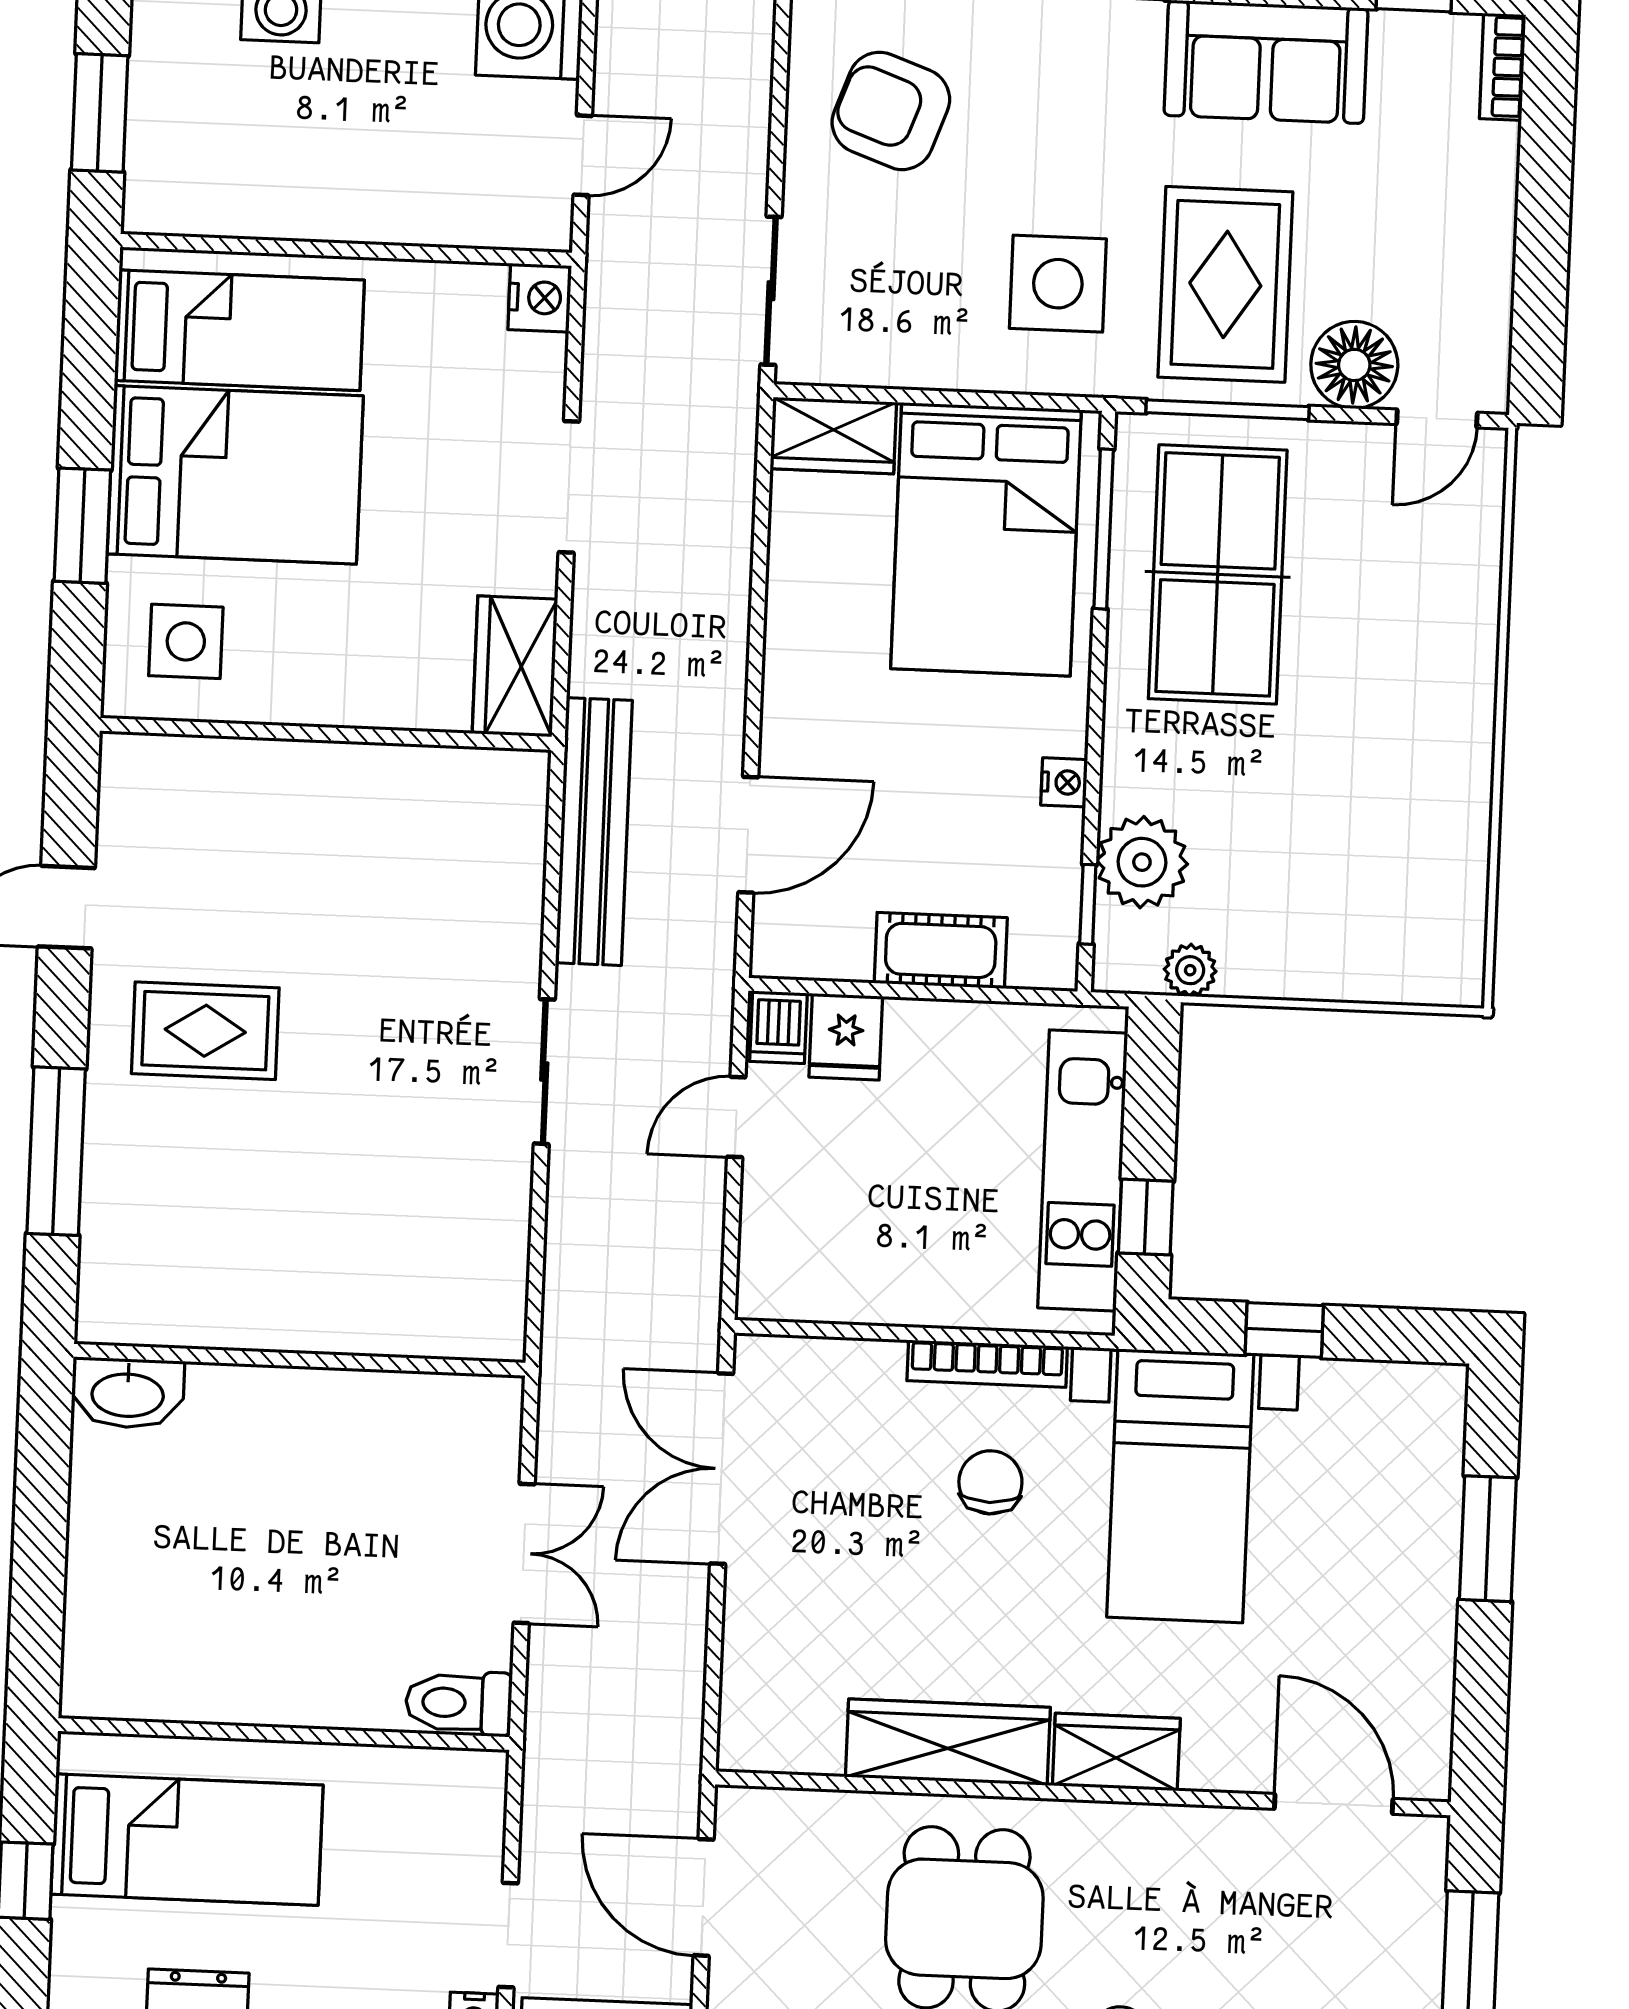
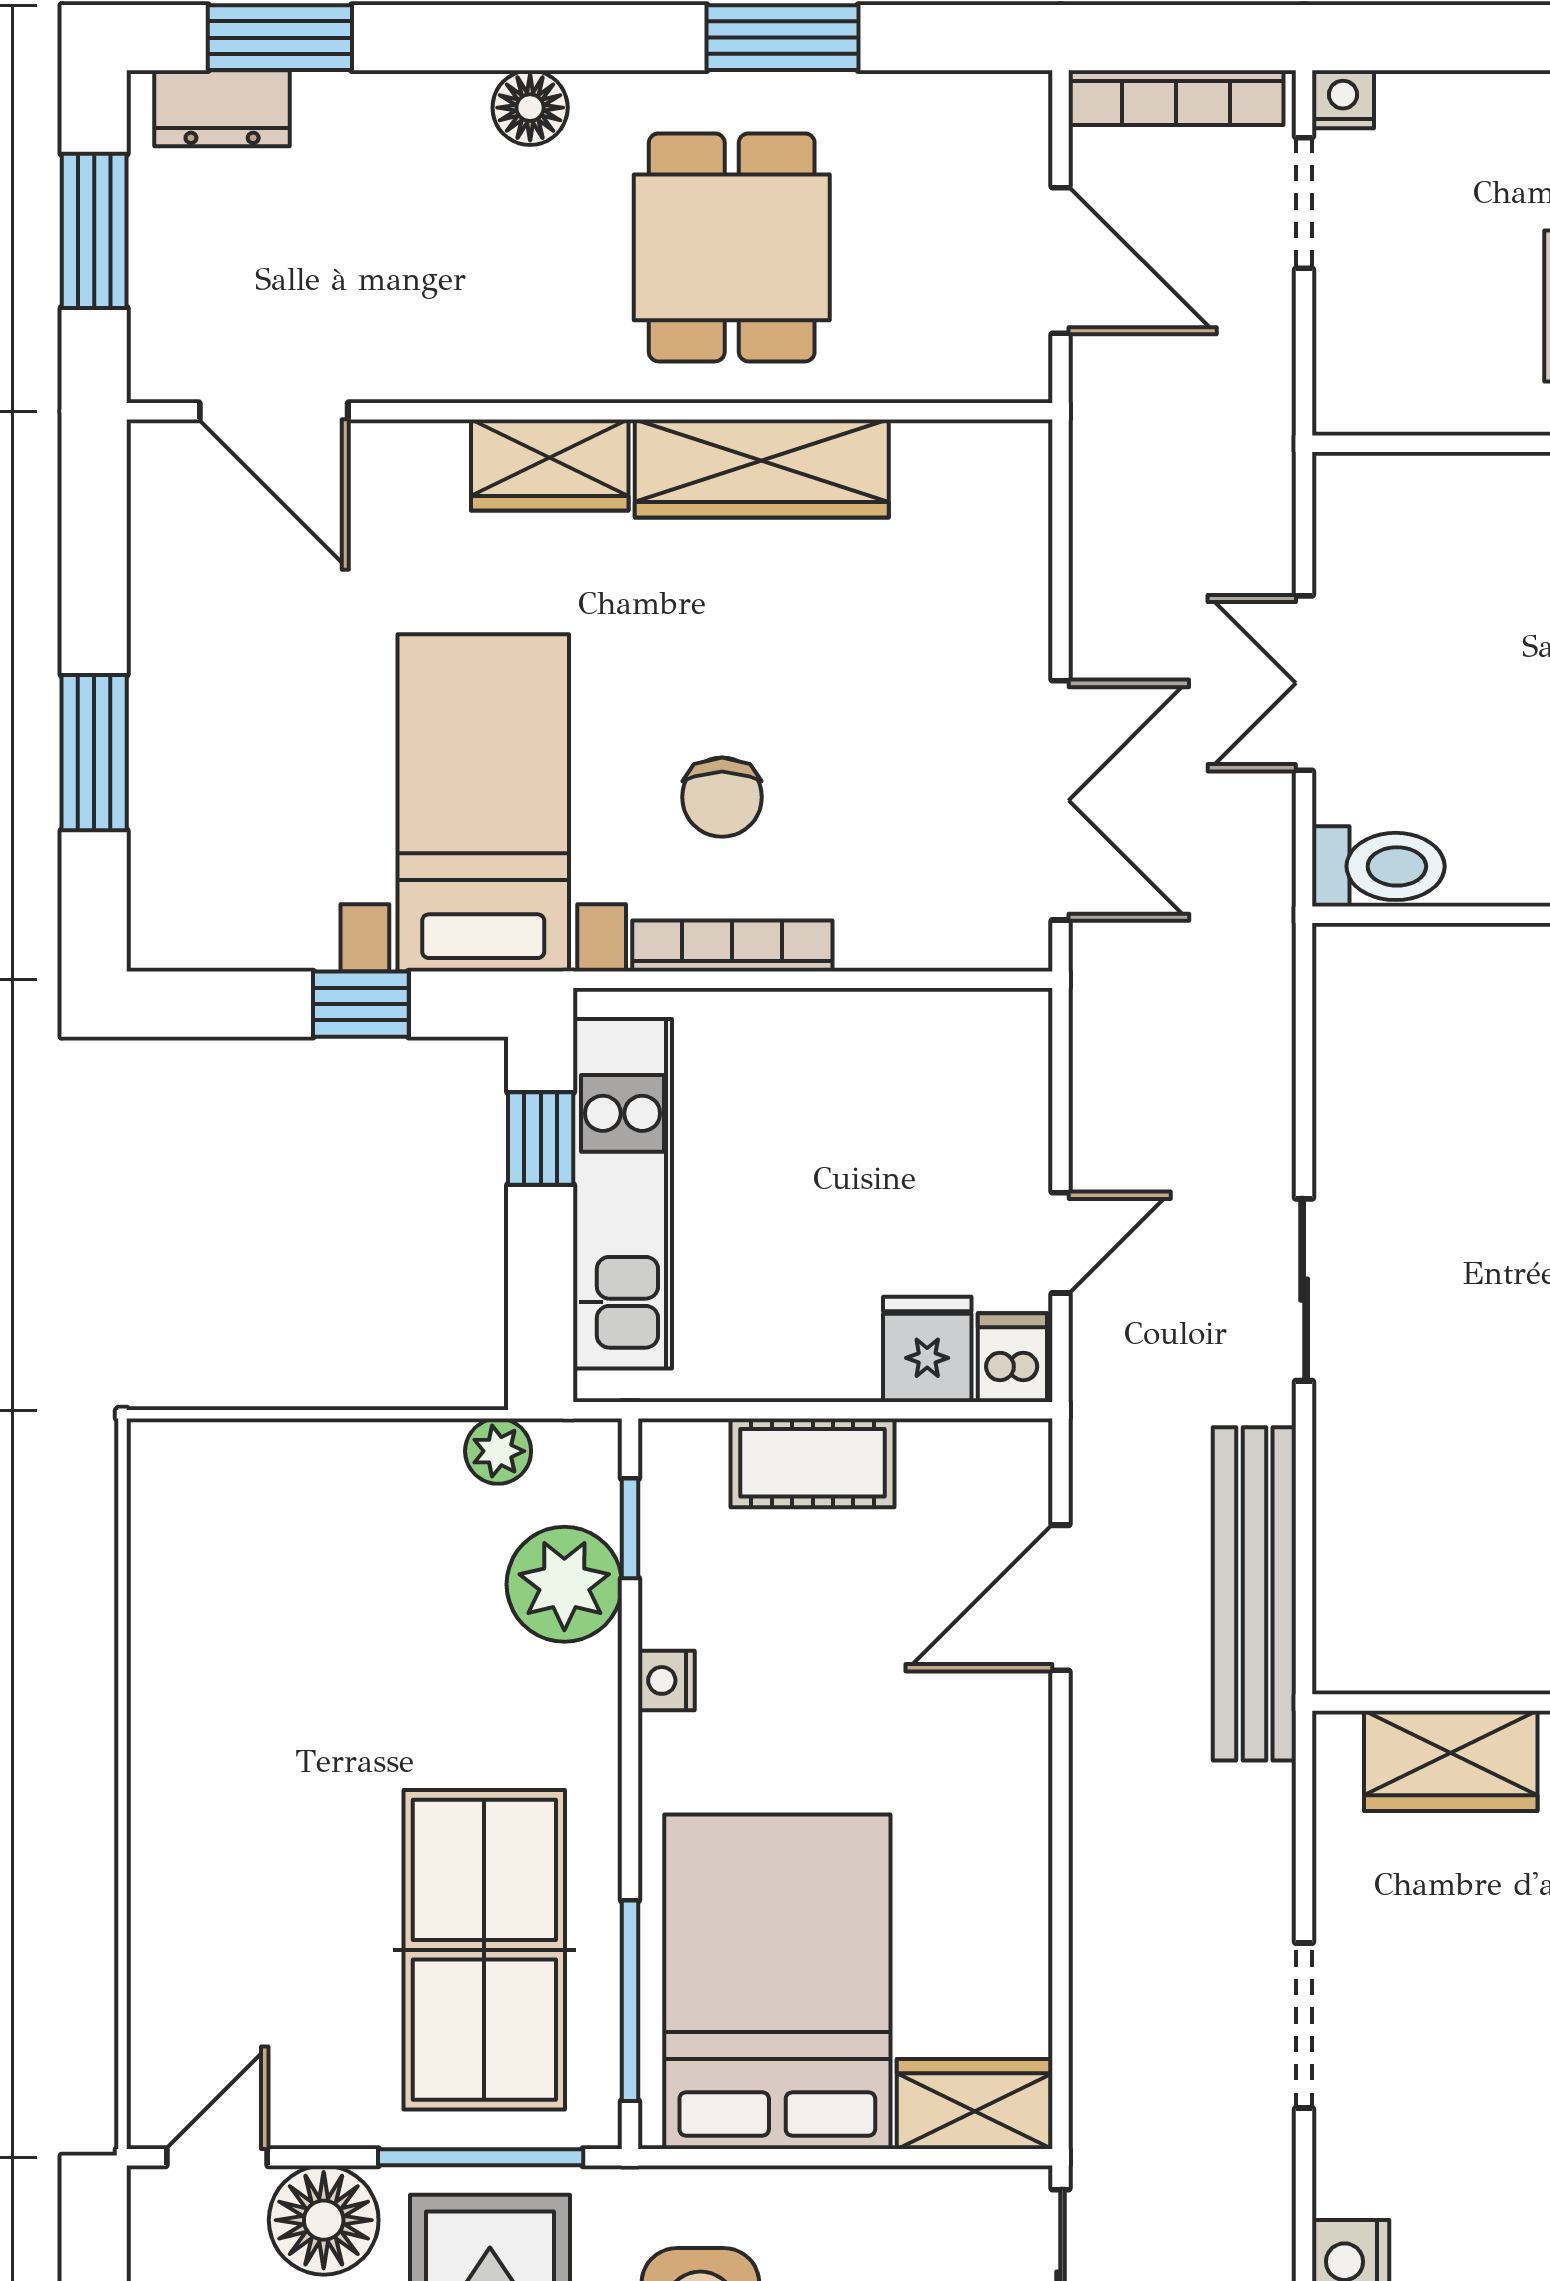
wardrobe: (515, 666) -> (1451, 1761), moved, turned 90
toilet: (459, 1703) -> (1378, 866), moved

